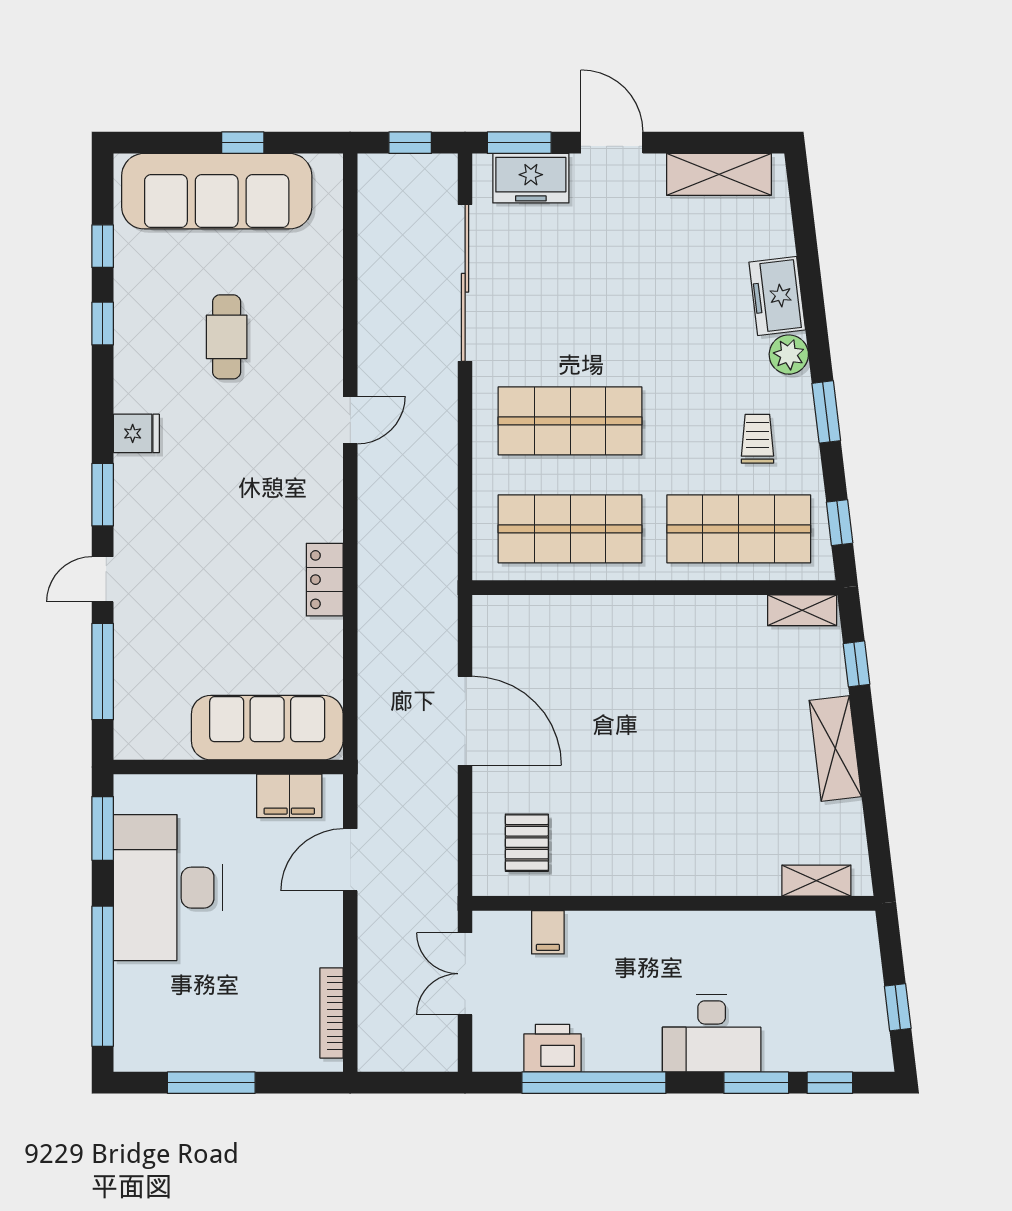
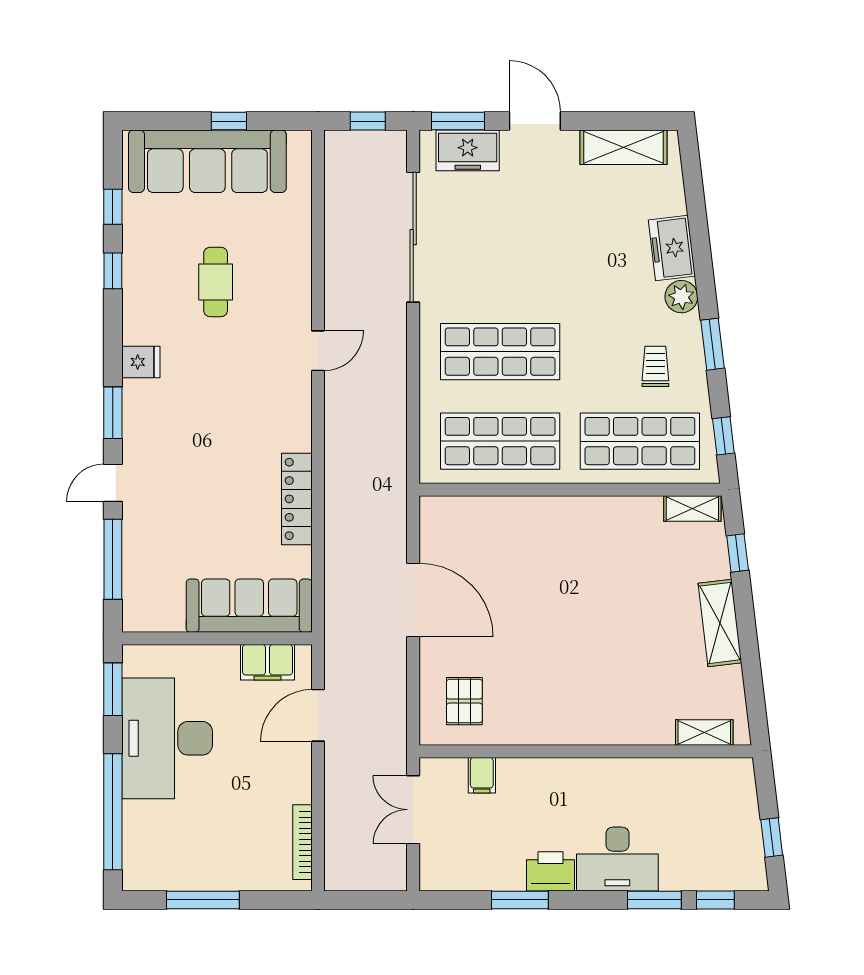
locker: (325, 580) -> (297, 499), width x1.53
printer: (552, 1048) -> (550, 871), moved
window: (594, 1083) -> (520, 900), width x0.47

